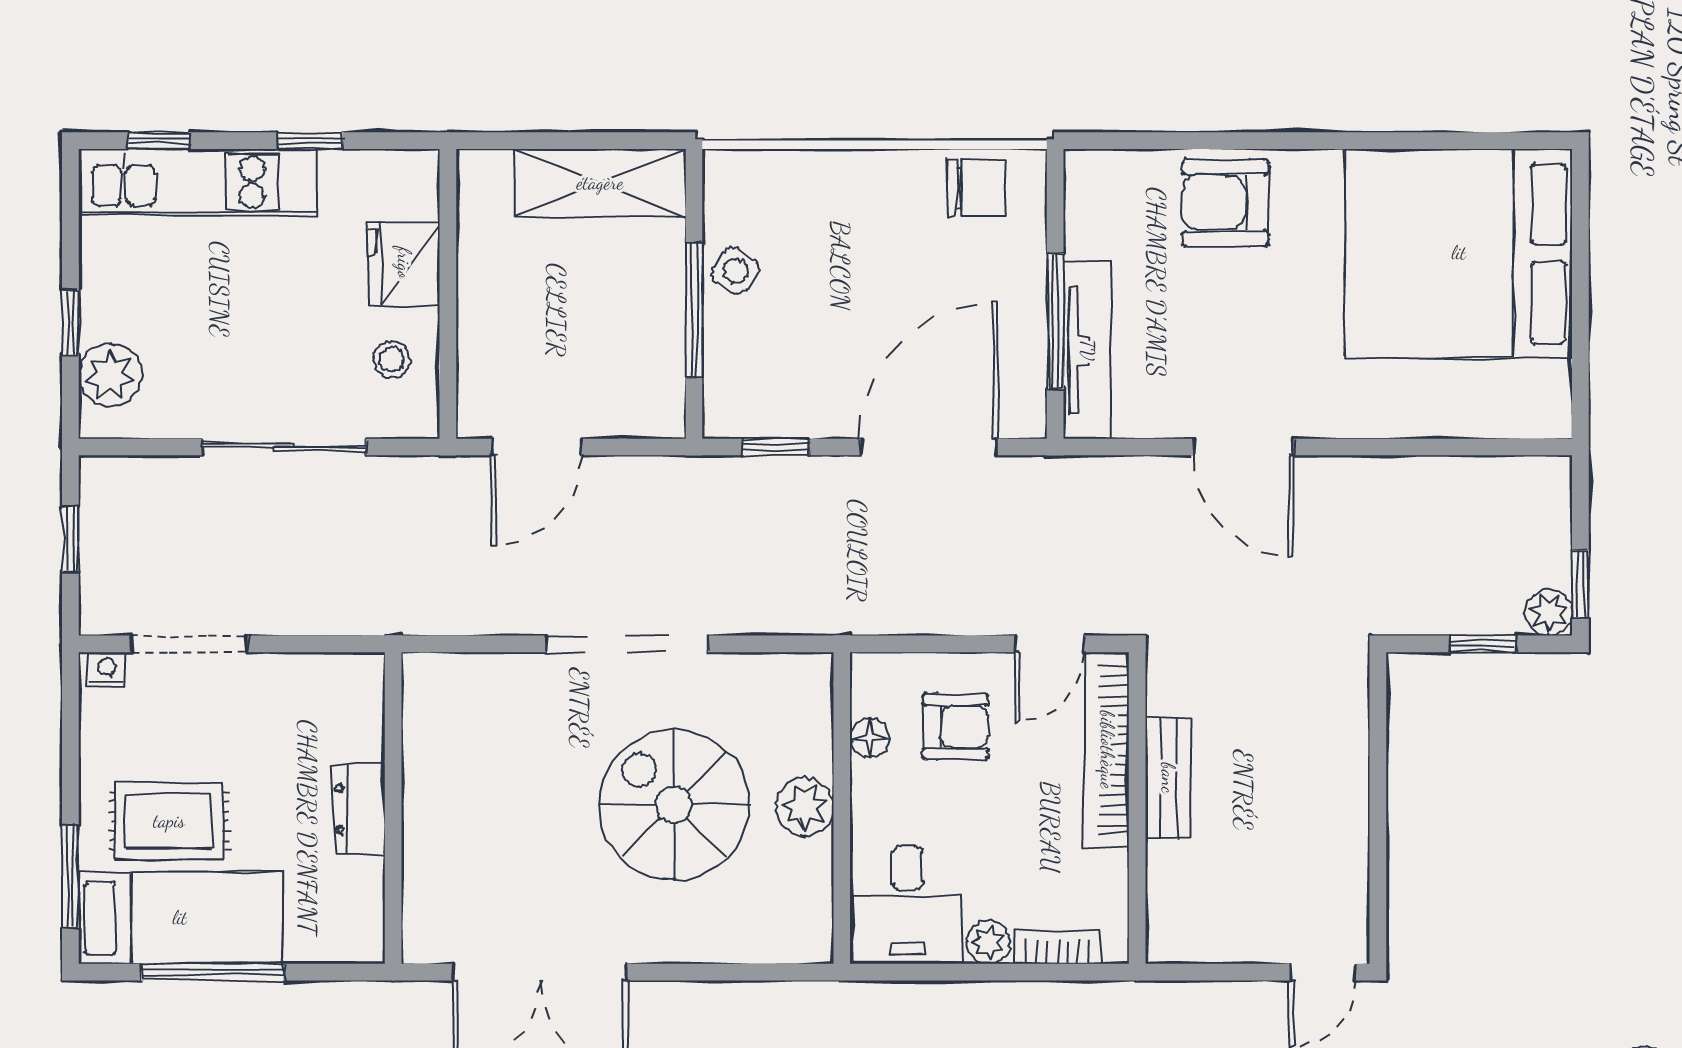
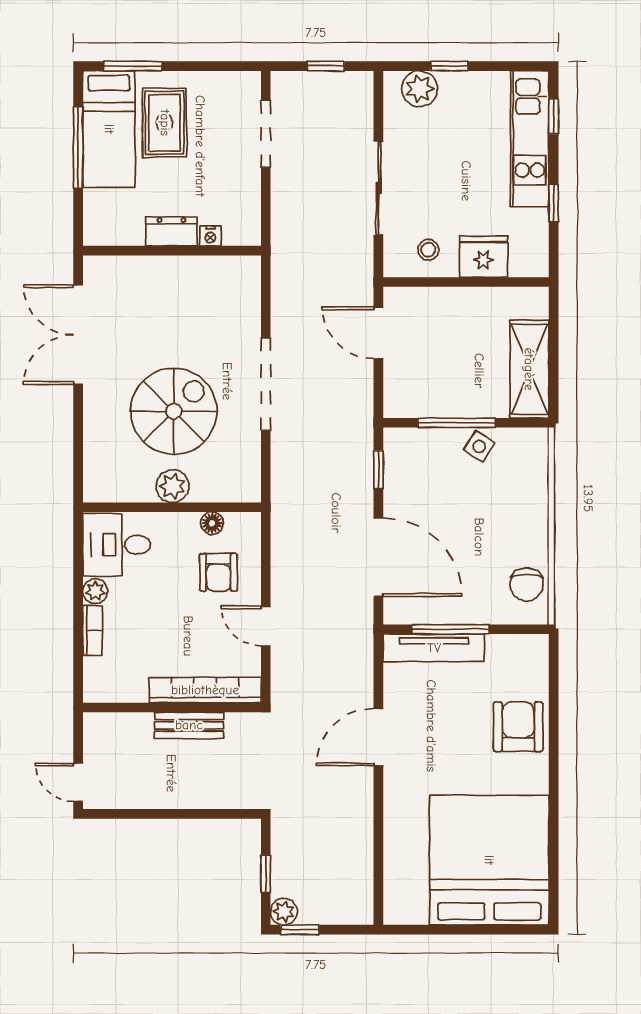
nightstand: (106, 670) -> (210, 236), moved, turned 90
bookcase: (1107, 750) -> (205, 690), moved
bench: (1168, 778) -> (189, 725), moved
wall: (1137, 808) -> (172, 708), moved

